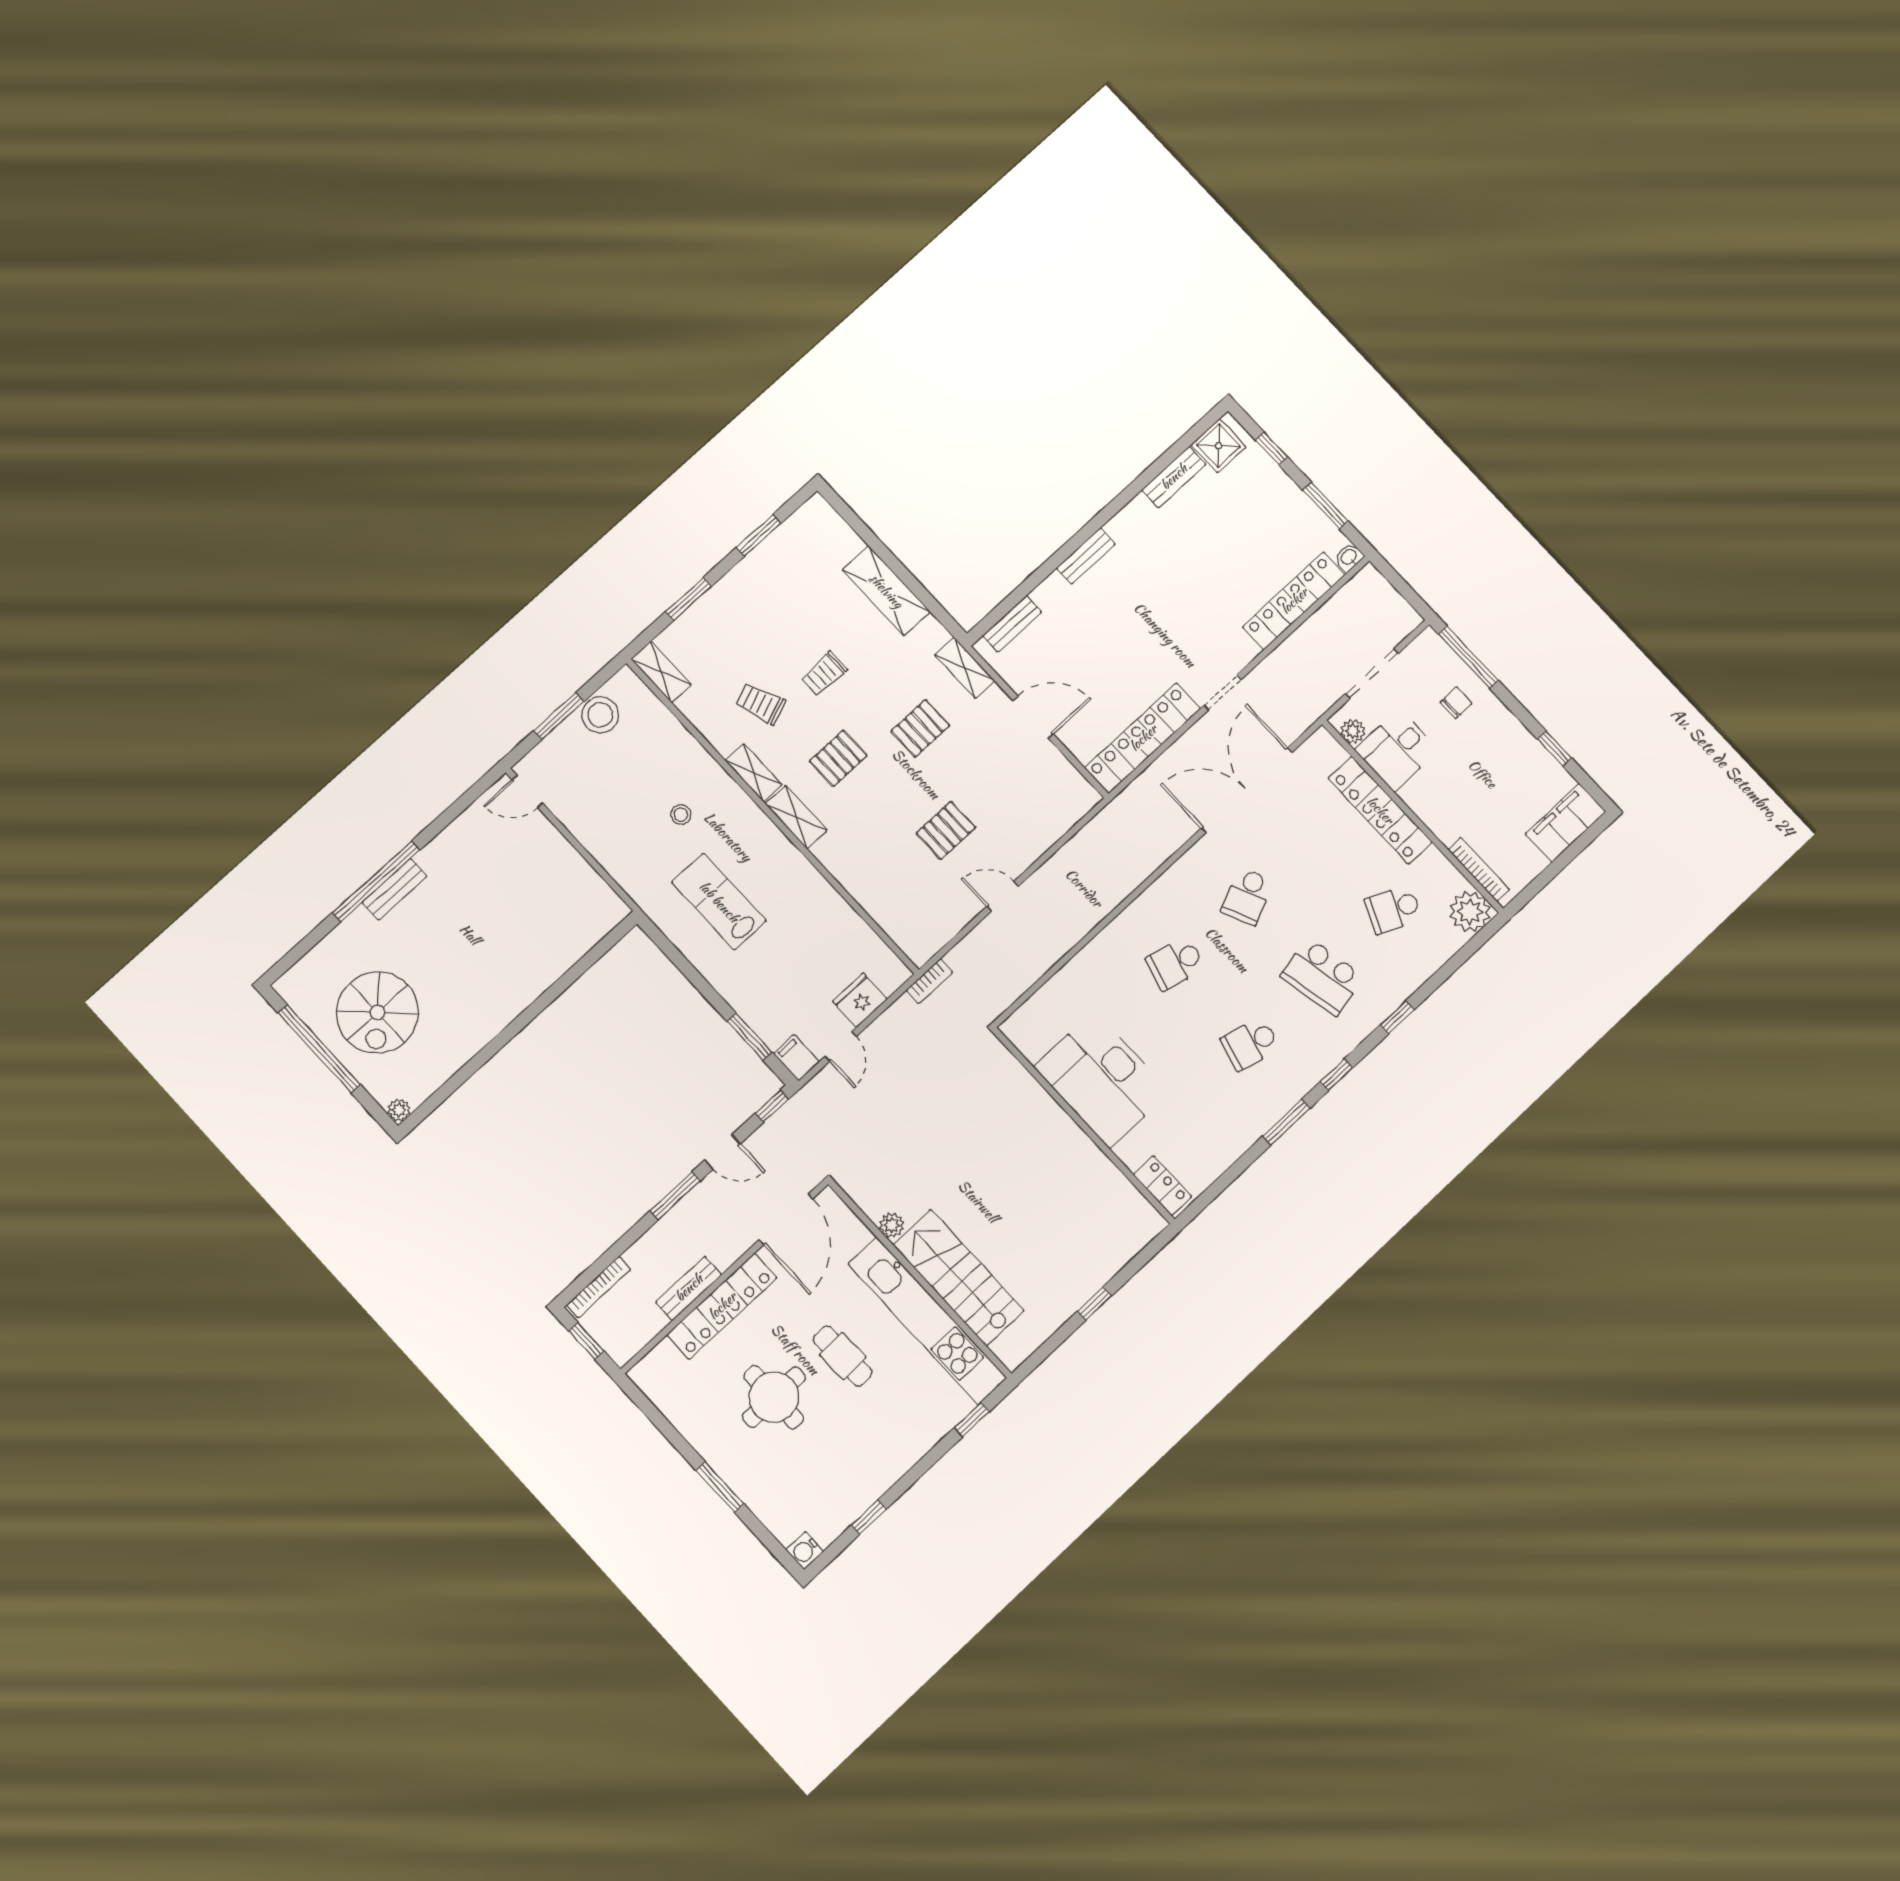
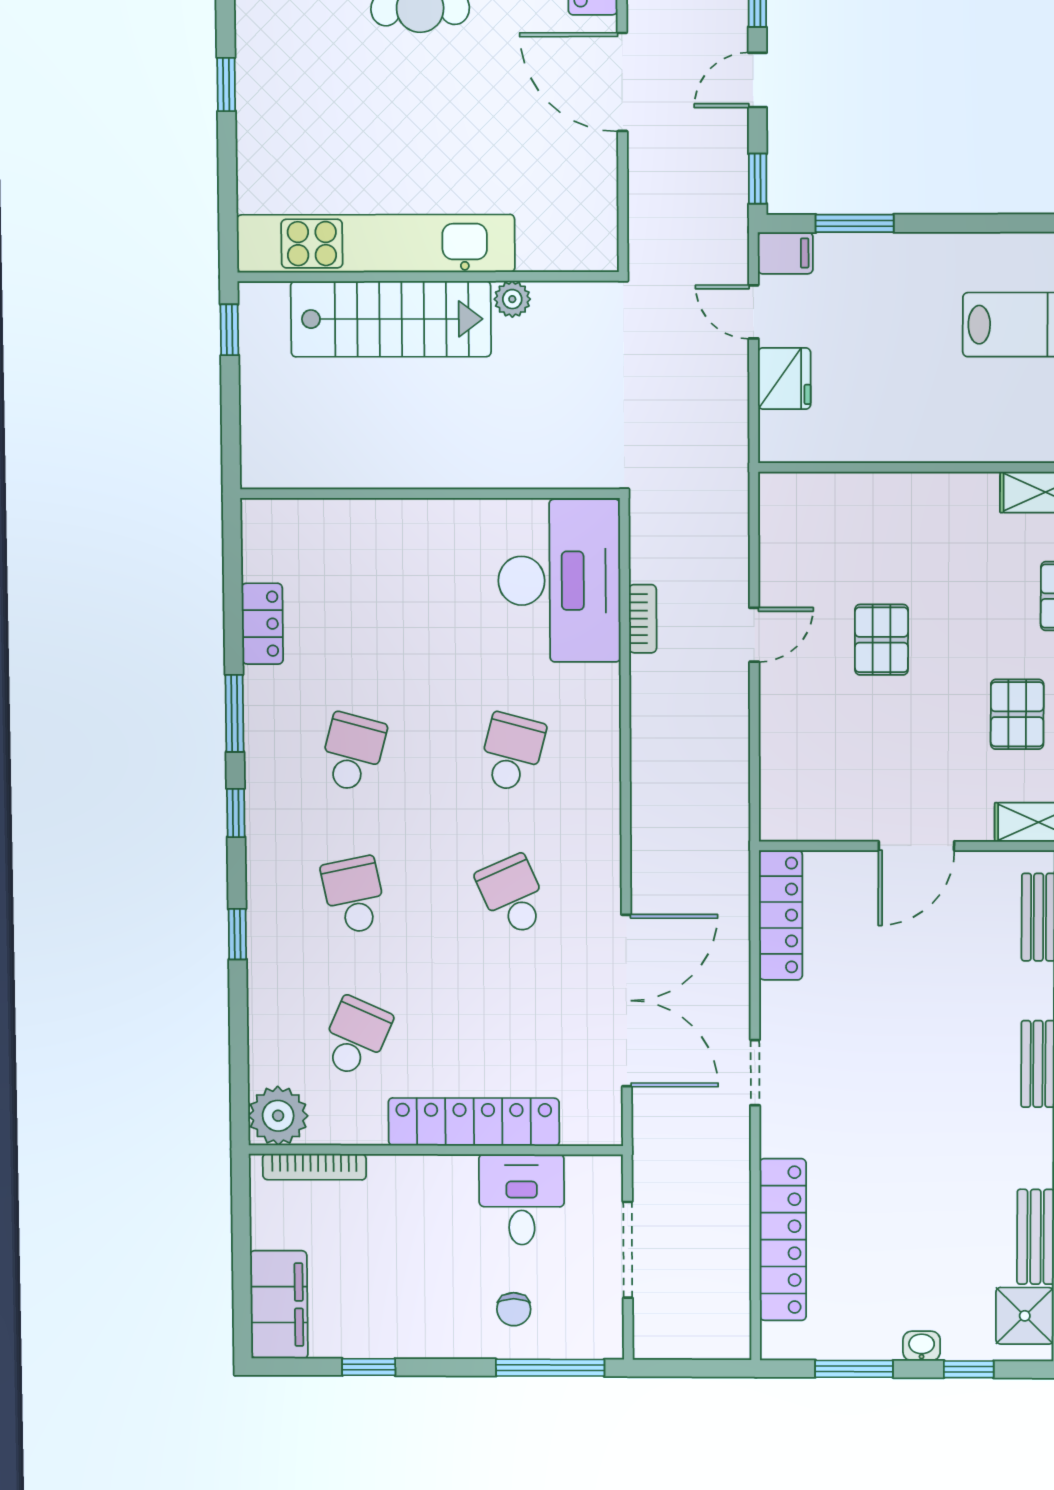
washbasin: (1349, 557) -> (922, 1346), moved, turned -90
plant: (1353, 731) -> (585, 1172), removed
locker: (1143, 738) -> (781, 915), width x0.71, depth x0.83
school desk: (1322, 976) -> (354, 895), width x0.54
bookcase: (929, 981) -> (643, 619), moved, turned 180
desk: (1102, 1079) -> (559, 581), moved, turned 90
locker: (1162, 1186) -> (262, 624), moved, turned -90
plant: (892, 1225) -> (512, 299), moved
stairs: (959, 1278) -> (391, 319), moved
wall: (920, 1279) -> (428, 277), moved
kitchen unit: (927, 1321) -> (376, 243), moved

